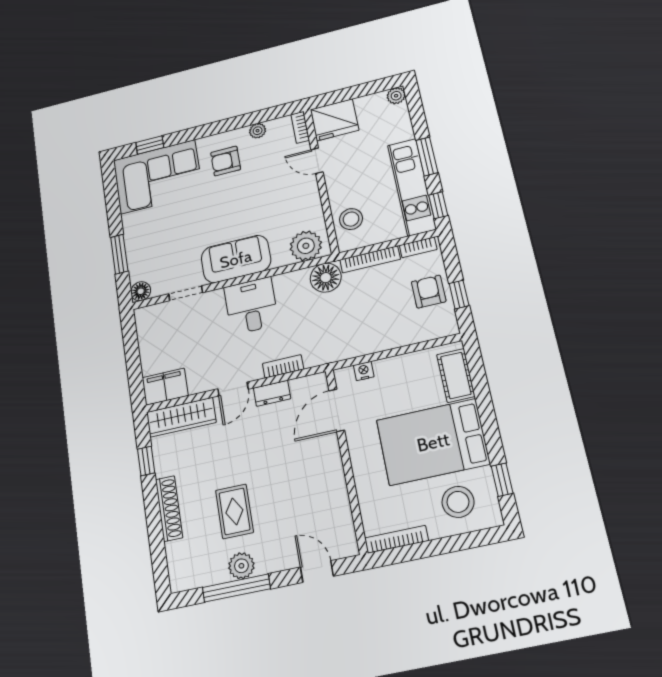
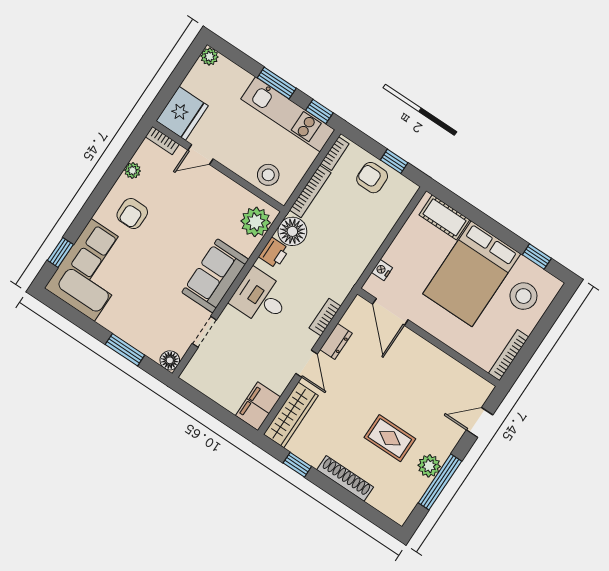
printer: (296, 281) -> (274, 253), added

